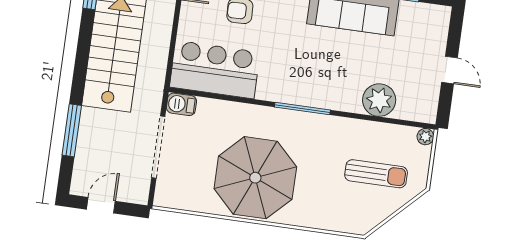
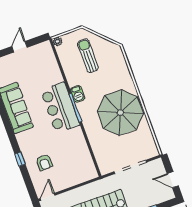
bar counter: (215, 70) -> (60, 108), moved
plant: (379, 100) -> (52, 73), removed
barbecue: (181, 104) -> (78, 94), moved

